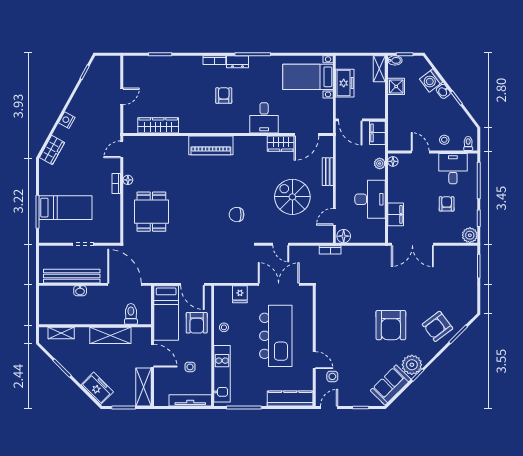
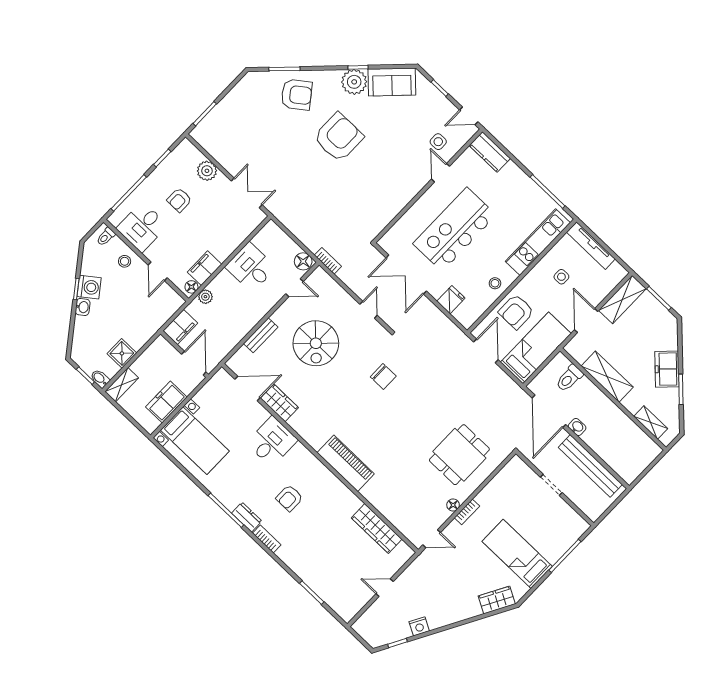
washing machine: (431, 80) -> (89, 287), moved
nightstand: (67, 120) -> (419, 626), moved
desk: (370, 199) -> (251, 267), width x0.73
bed: (65, 208) -> (517, 554), moved
filing cabinet: (396, 214) -> (205, 268), moved
plant: (470, 235) -> (207, 171), moved
double door: (412, 244) -> (247, 193), width x0.73
washbasin: (80, 291) -> (577, 427), moved
armchair: (197, 323) -> (516, 312), turned 180
freezer: (97, 388) -> (667, 369), moved
kitchen counter: (290, 398) -> (490, 152), width x0.67

